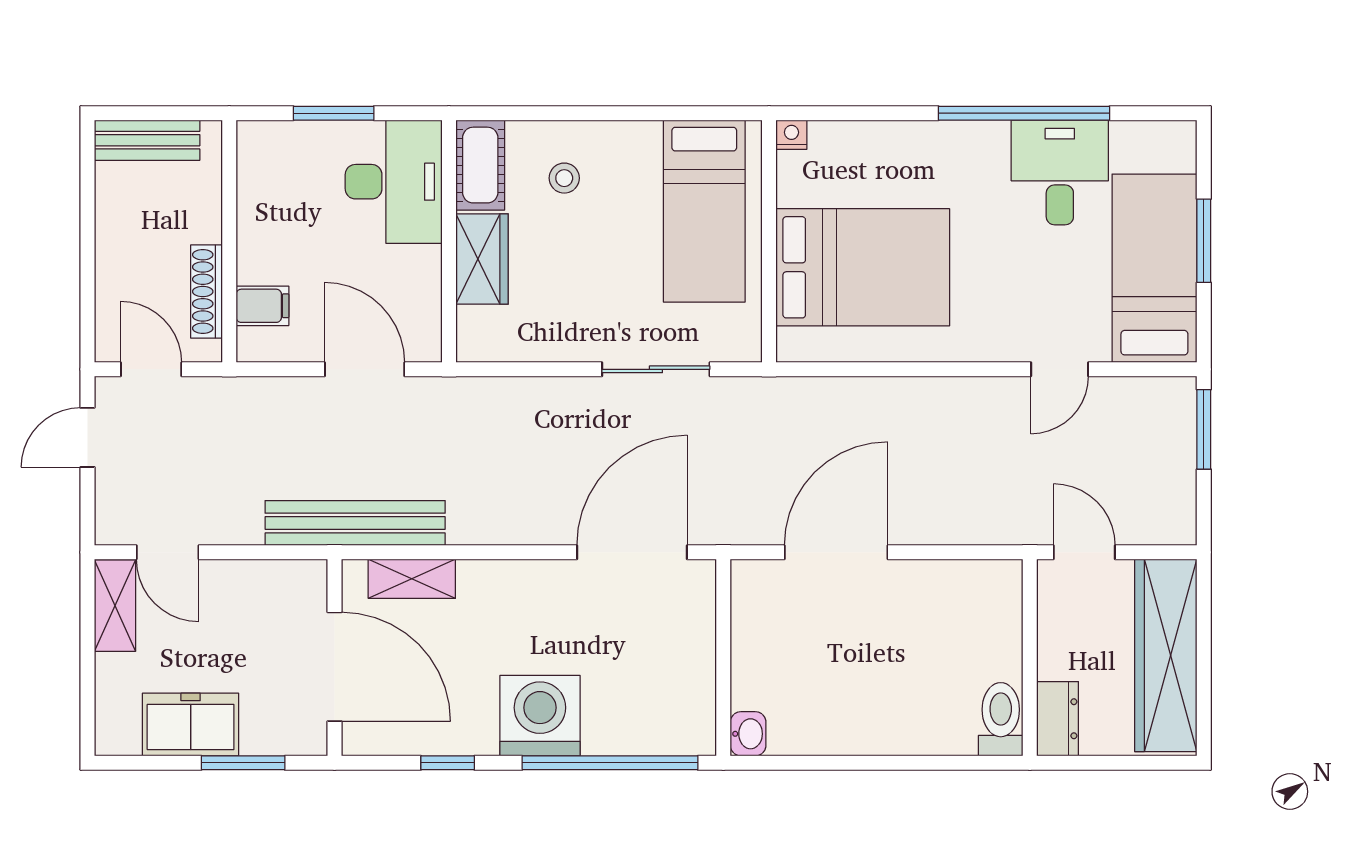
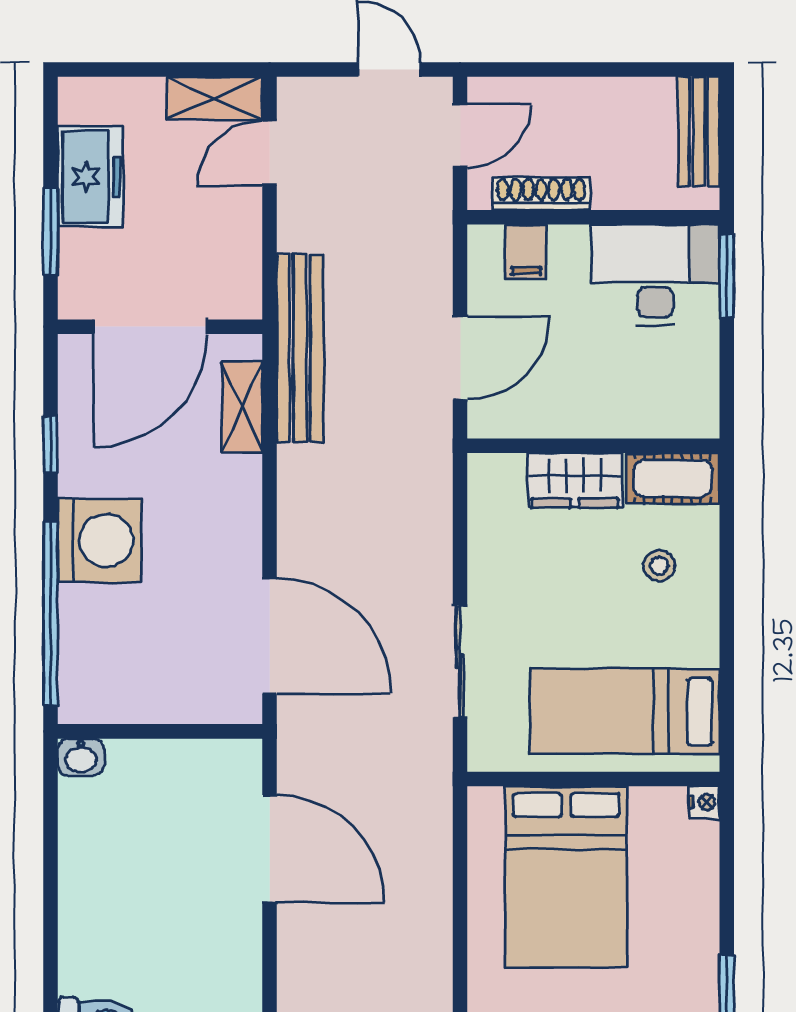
window: (334, 113) -> (727, 276), moved
desk: (394, 182) -> (655, 275), moved, turned 180

